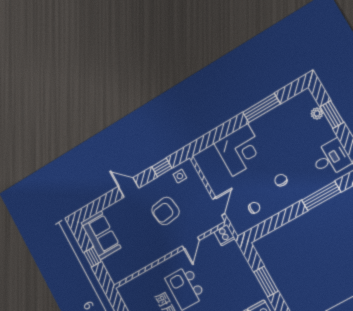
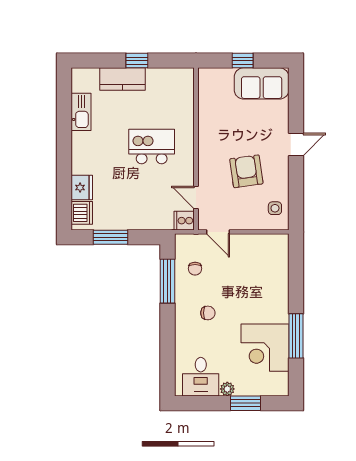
plant: (317, 113) -> (227, 389), moved
corner desk: (240, 150) -> (265, 348), moved
window: (162, 167) -> (296, 194), removed
window: (321, 196) -> (167, 281), moved
door: (191, 243) -> (196, 198), moved

